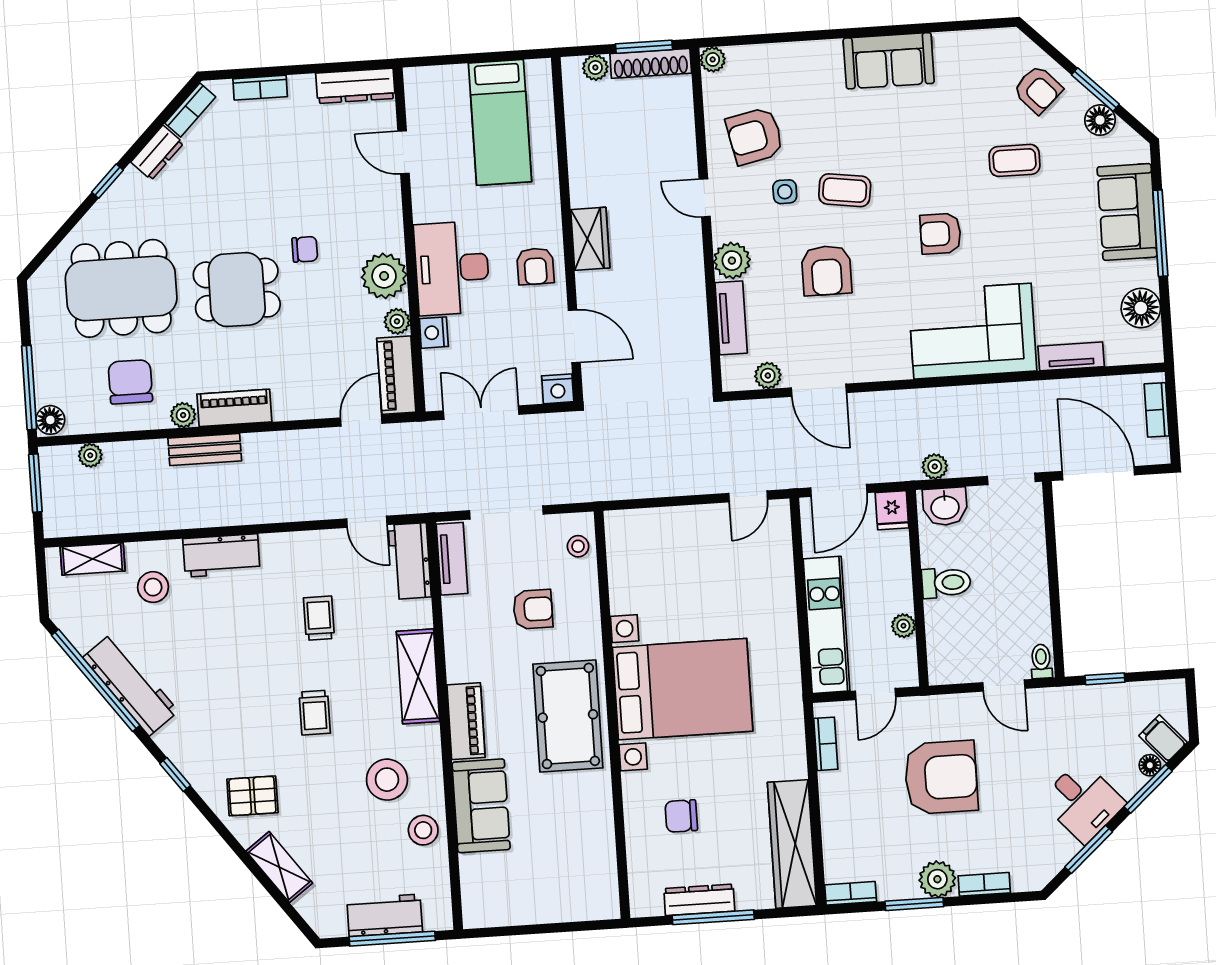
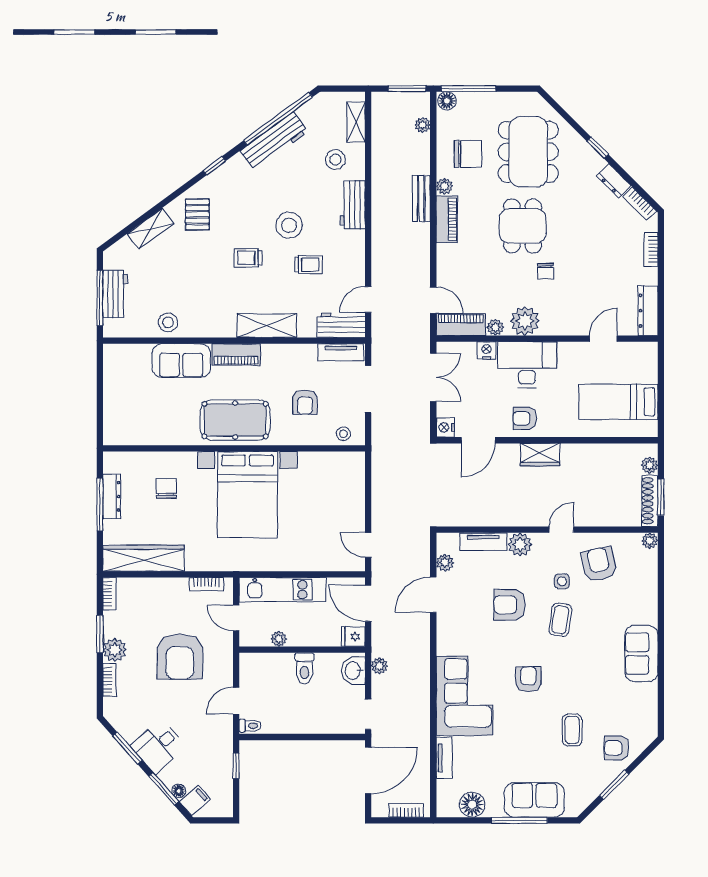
armchair: (1038, 90) -> (617, 748), turned 43
floor lamp: (1100, 120) -> (594, 786), removed
stool: (387, 780) -> (289, 225), moved

